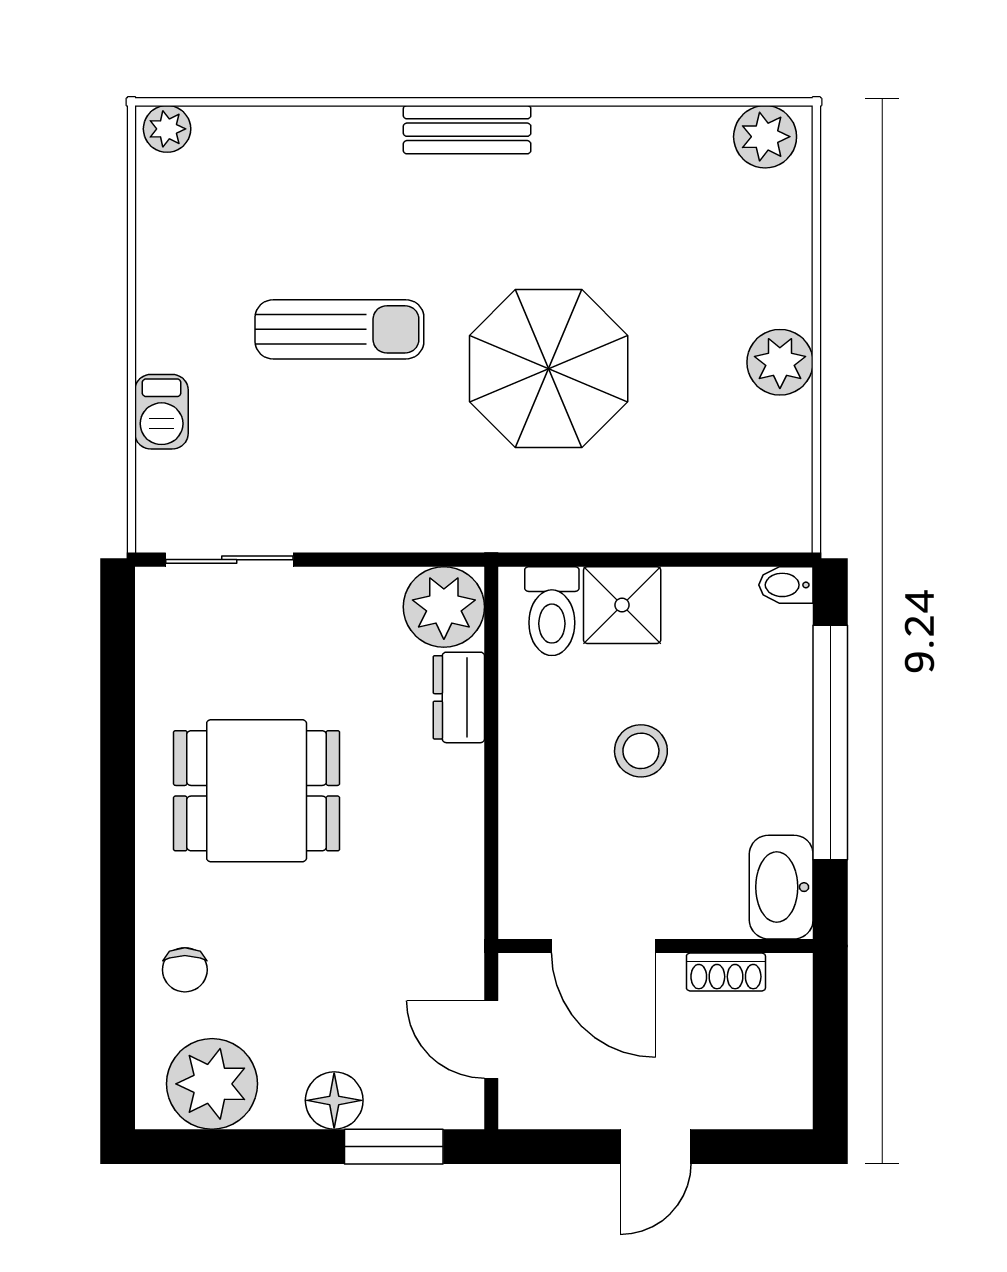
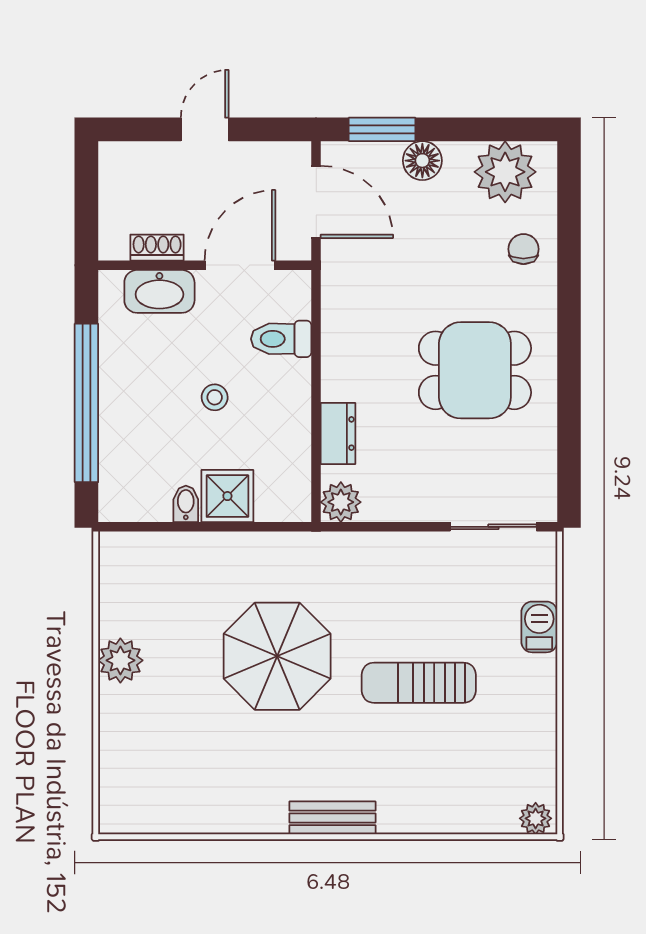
plant: (765, 137) -> (131, 813), removed
bidet: (786, 585) -> (186, 504), moved, turned -90
plant: (444, 607) -> (341, 502), width x0.73, depth x0.73
toilet: (552, 611) -> (281, 339), moved, turned -90
stool: (641, 751) -> (215, 397), width x0.73, depth x0.73
washbasin: (781, 887) -> (159, 291), moved, turned 90
door: (604, 946) -> (240, 265), hinge flipped
door: (491, 1039) -> (316, 202), width x1.38

